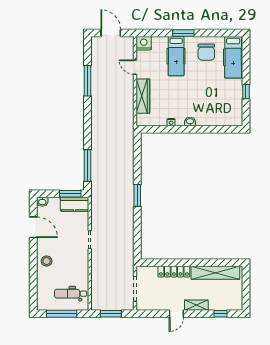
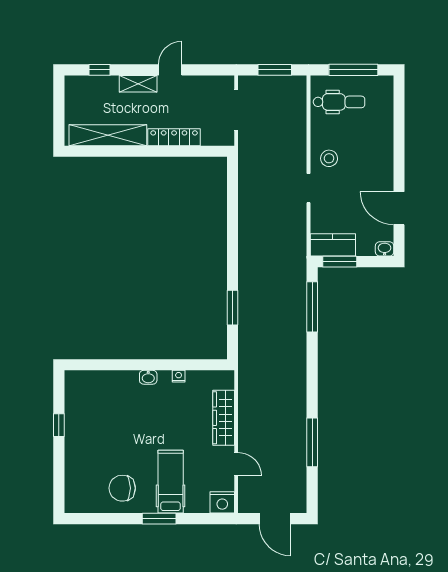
chair: (206, 52) -> (122, 488), turned -90
hospital bed: (233, 57) -> (79, 480), removed
window: (137, 195) -> (233, 308), moved
stool: (47, 261) -> (329, 158), moved

